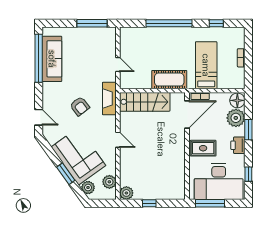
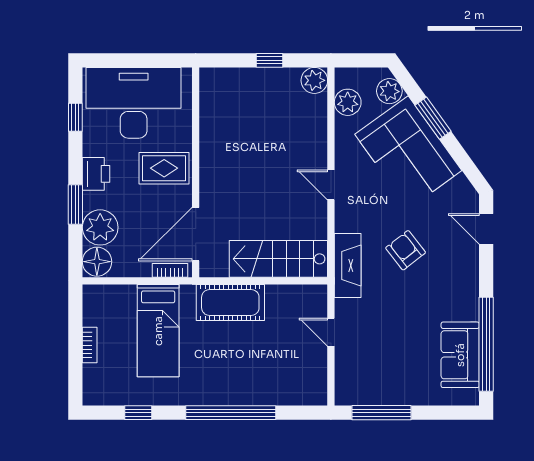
sofa: (52, 59) -> (460, 355), width x0.73
window: (210, 203) -> (151, 60), removed

